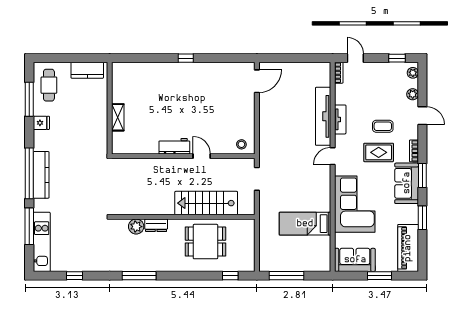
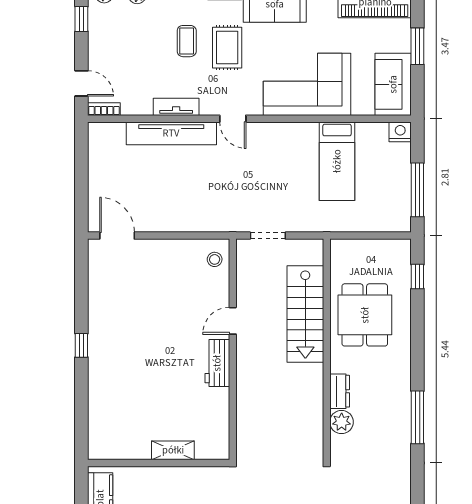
door: (355, 58) -> (81, 83), swing flipped
nightstand: (324, 265) -> (400, 132), added

